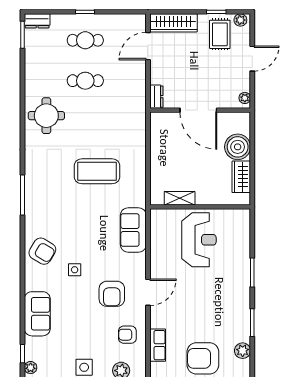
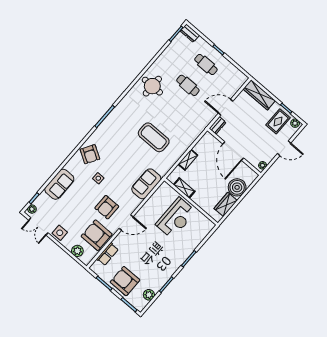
door: (148, 46) -> (226, 107), moved
shelving: (156, 163) -> (188, 160), added
armchair: (127, 335) -> (97, 235), width x1.88, depth x1.88

